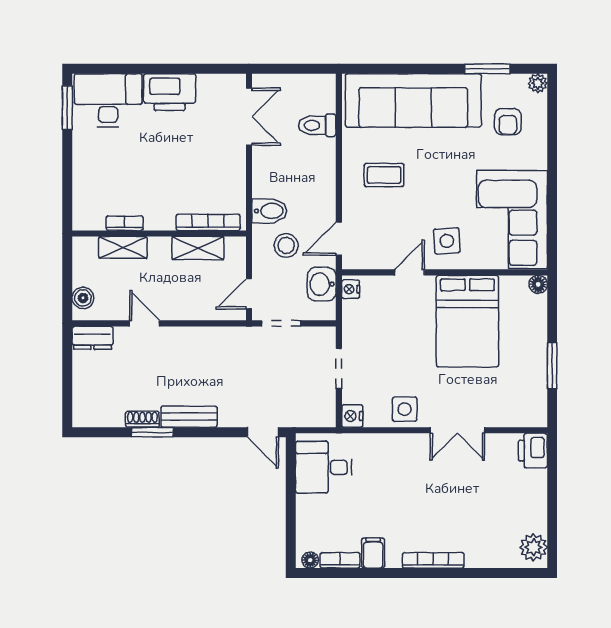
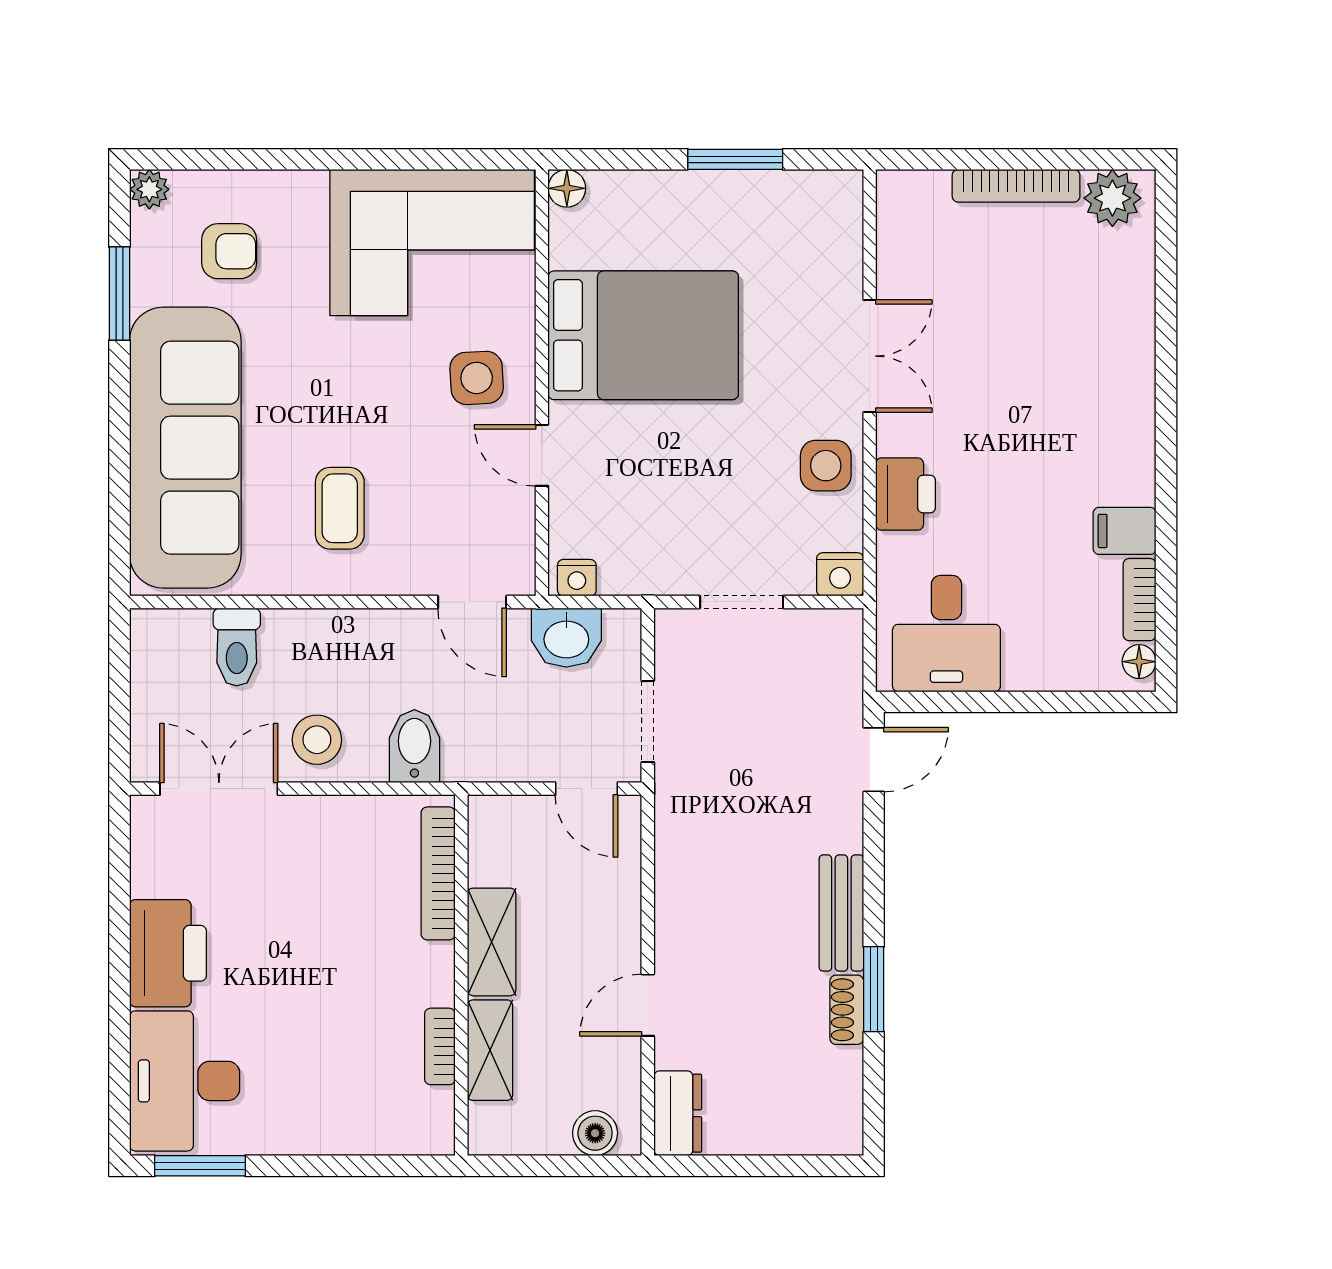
stool: (286, 245) -> (317, 740), moved
shelving: (198, 248) -> (492, 942), moved
printer: (533, 451) -> (906, 494), moved, turned -90
bookcase: (433, 560) -> (1016, 186), moved, turned -90

